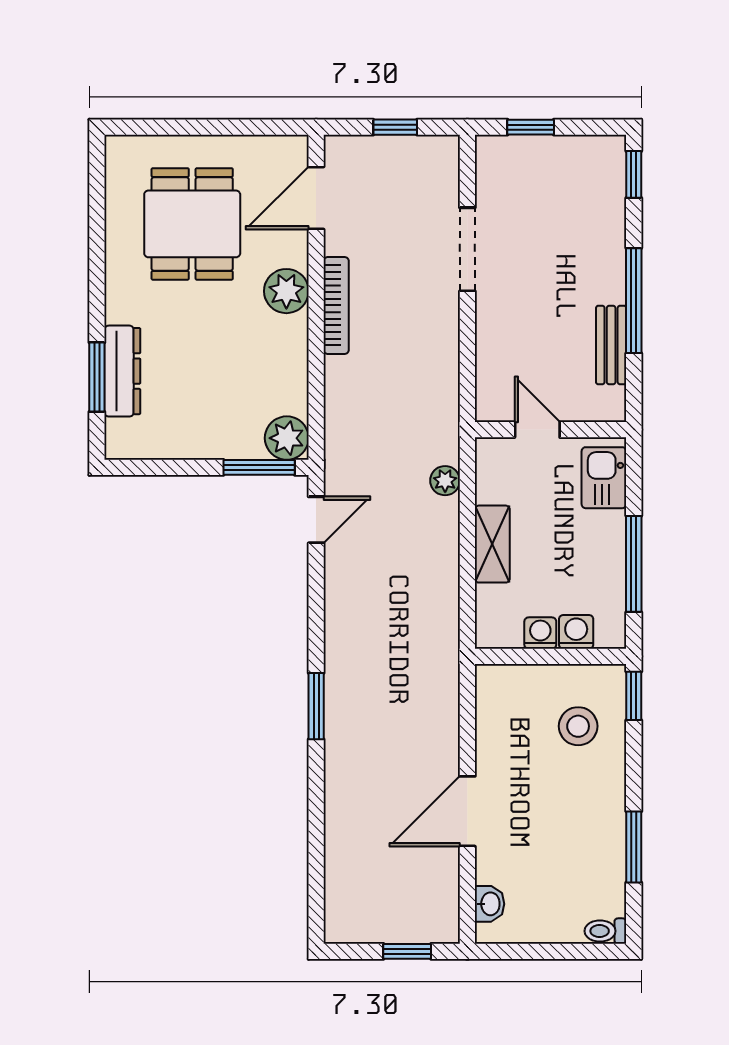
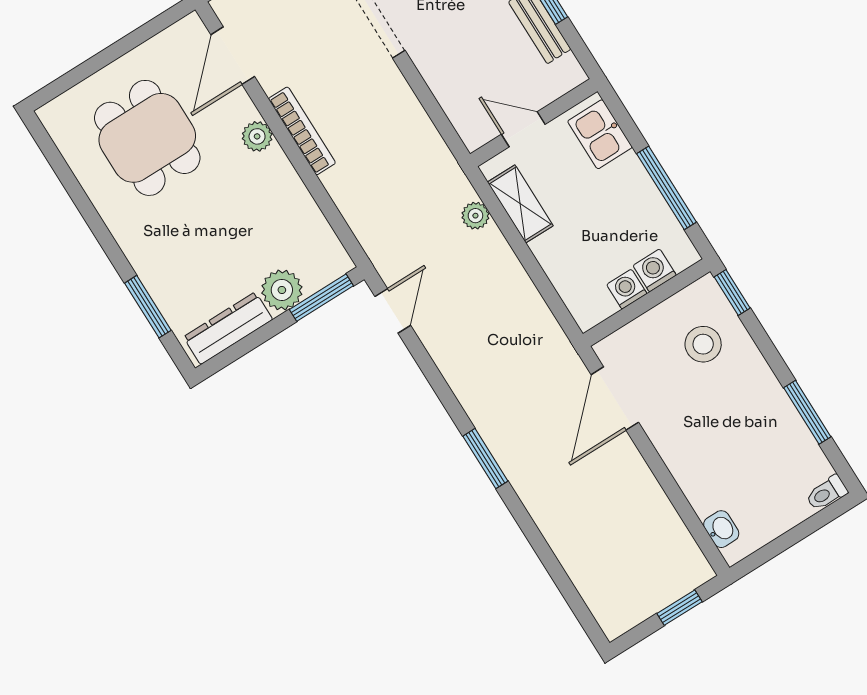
plant: (286, 291) -> (257, 136), width x0.73, depth x0.73
dresser: (122, 371) -> (228, 328), moved, turned -90
plant: (287, 438) -> (282, 290), moved
shelving: (492, 544) -> (520, 204), moved
door: (467, 811) -> (615, 398), moved

